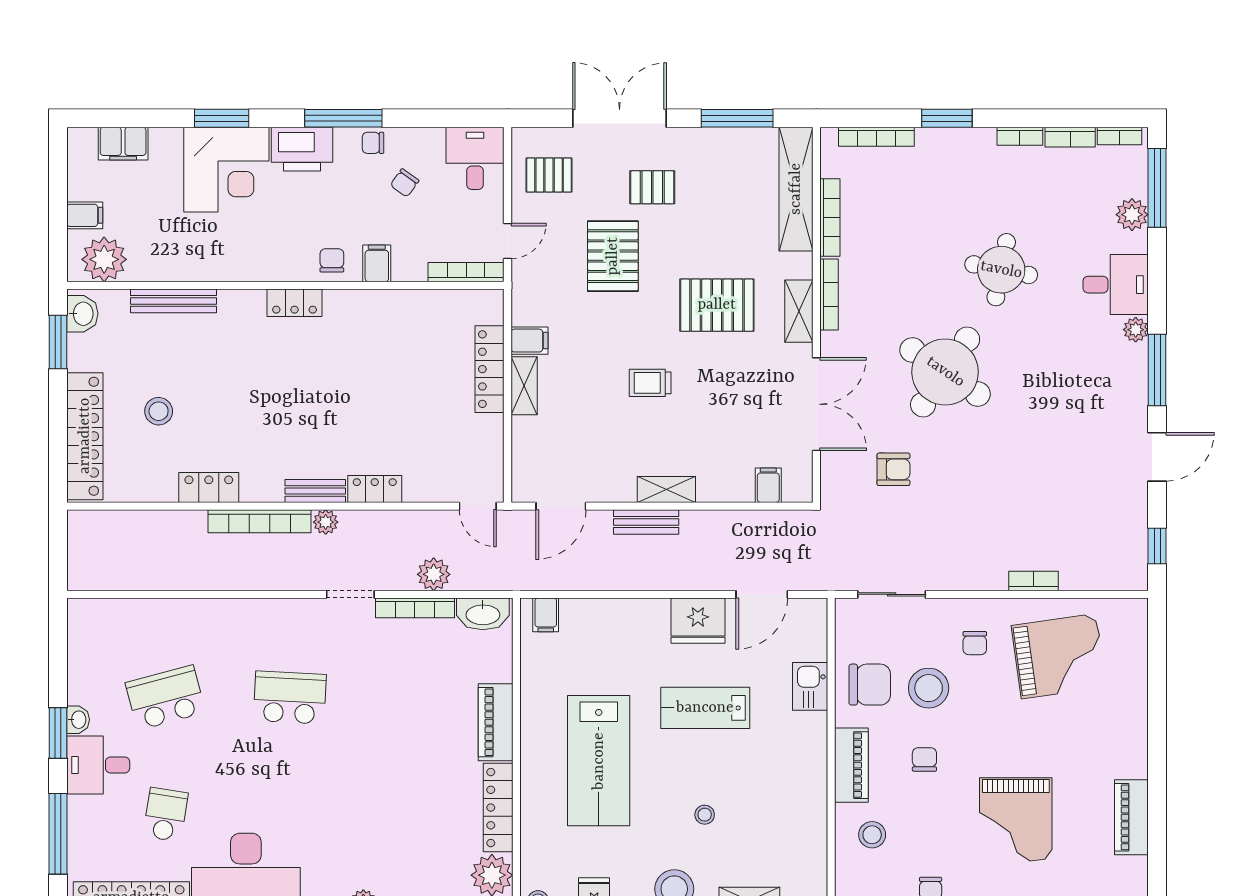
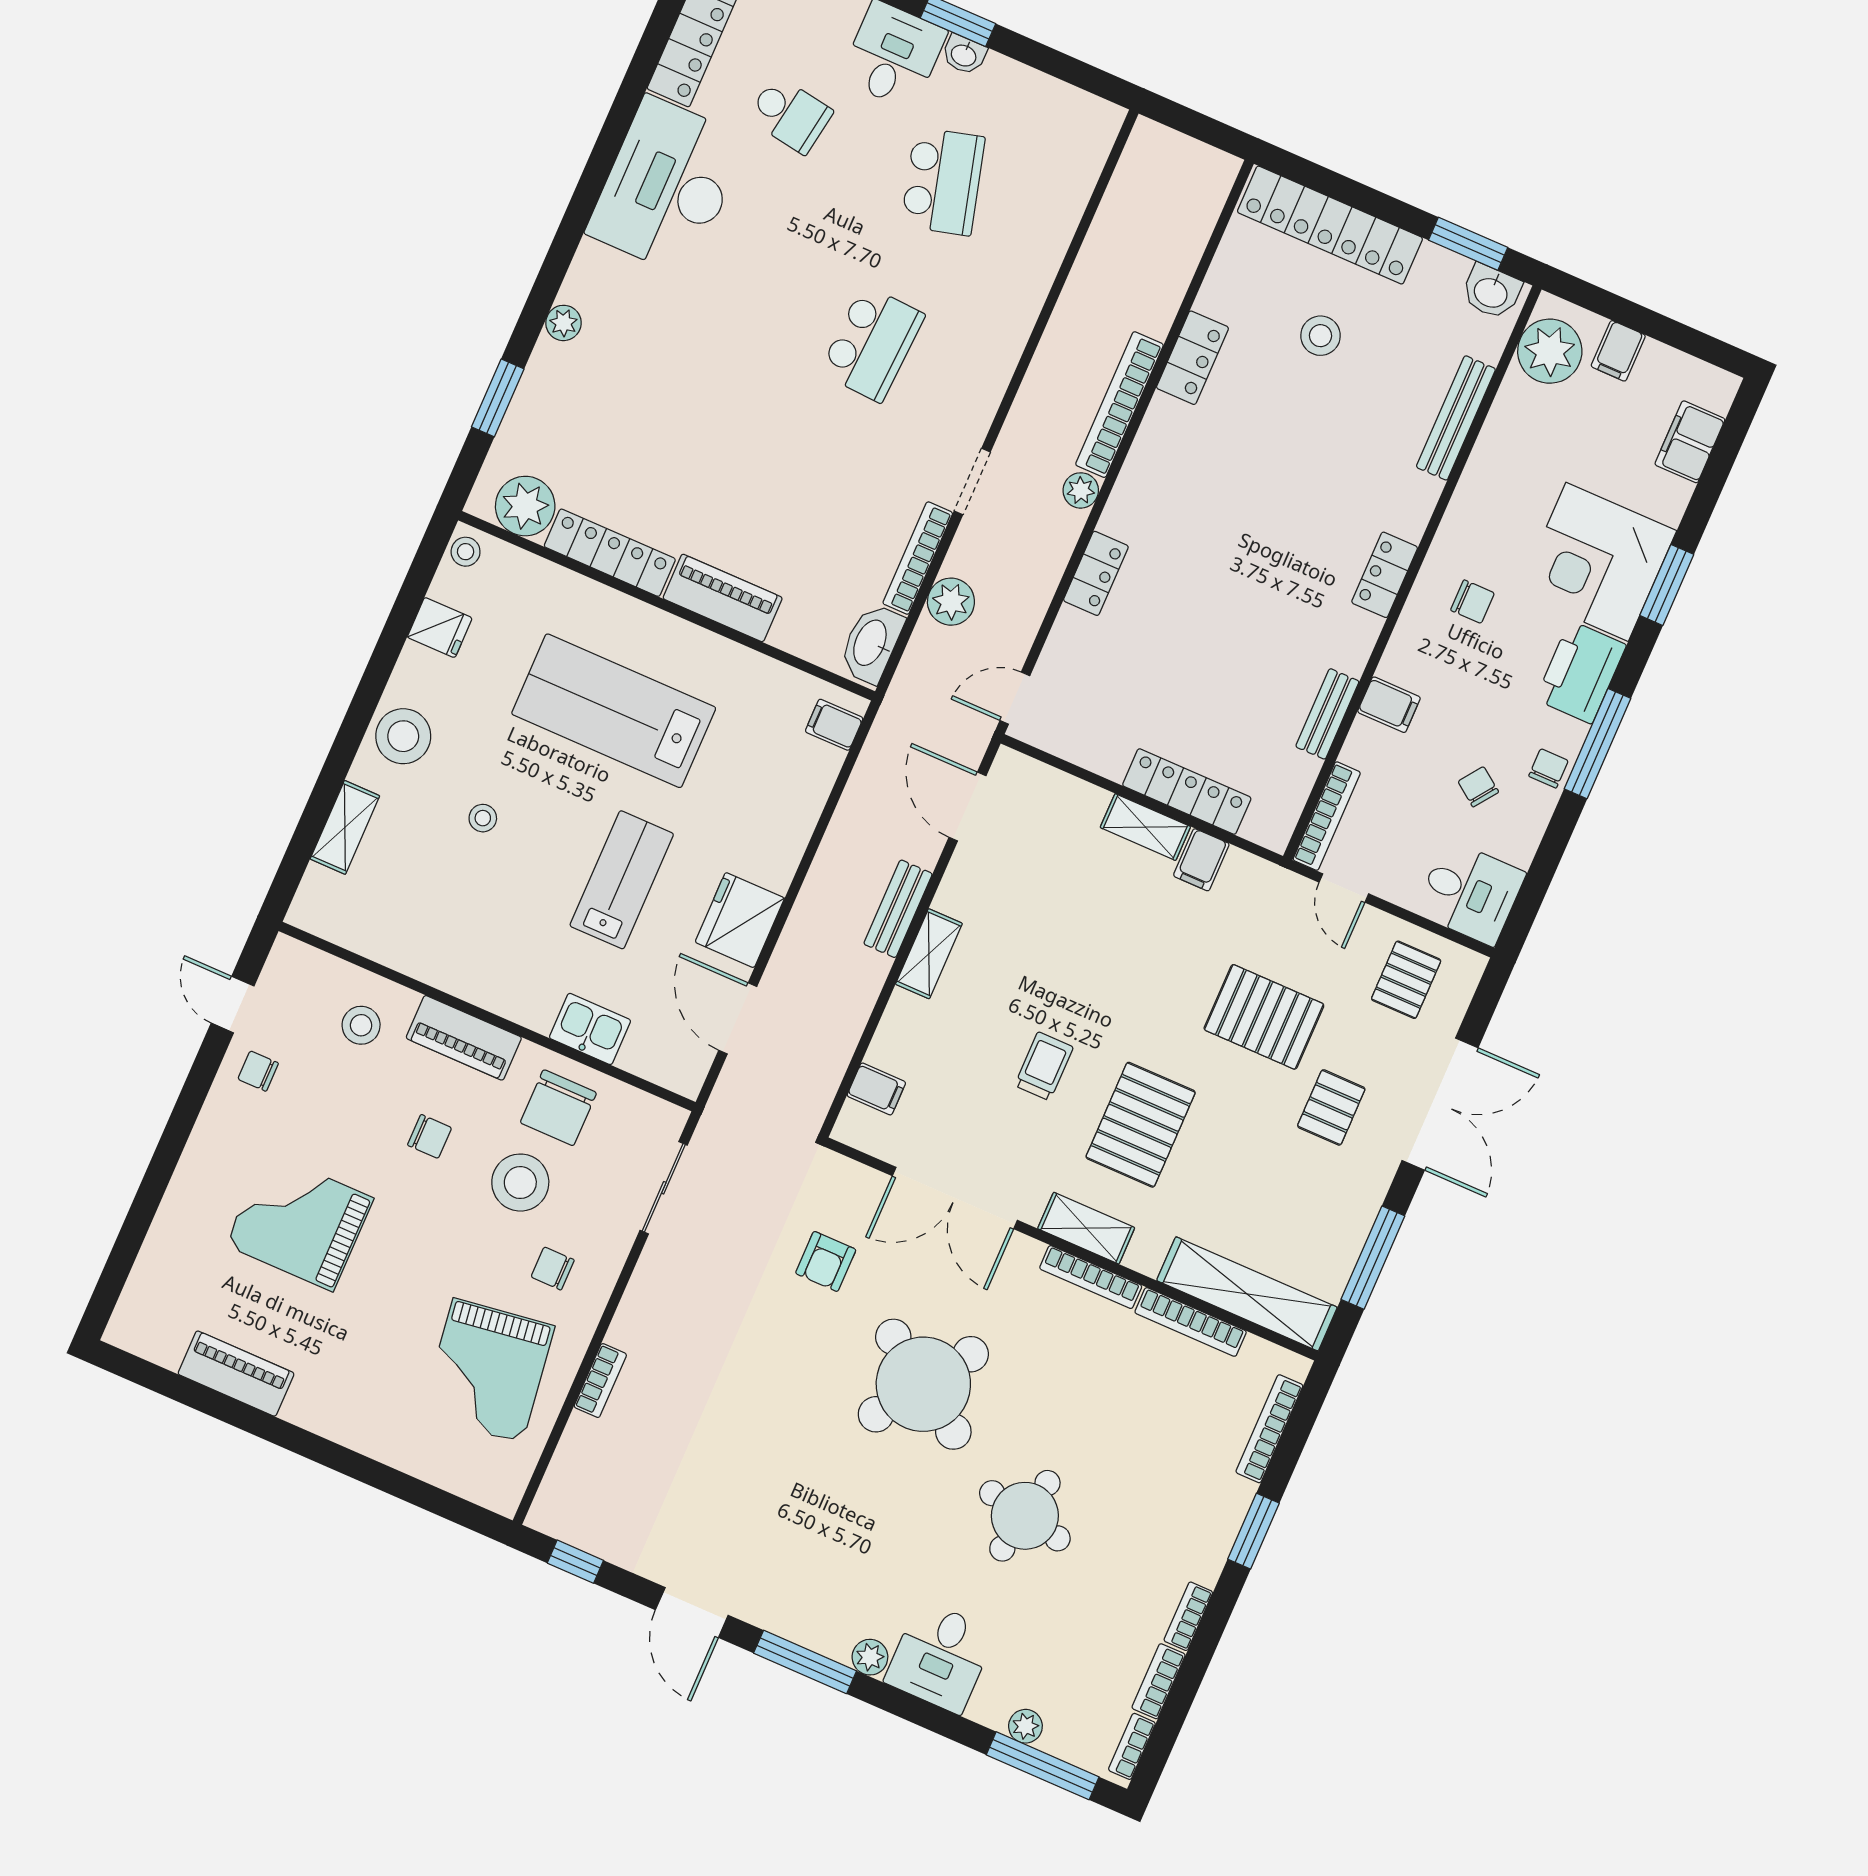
plant: (1132, 215) -> (1025, 1726), width x0.73, depth x0.73
chair: (332, 260) -> (1472, 602), moved
trolley: (650, 383) -> (1044, 1066), moved
bench: (315, 491) -> (1327, 714), moved

